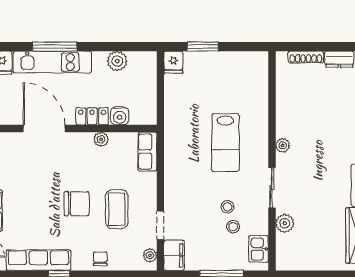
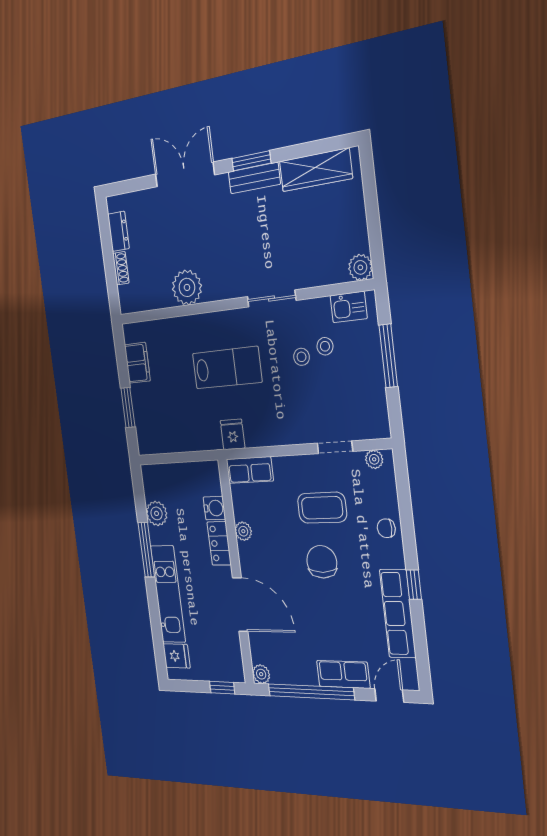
window: (55, 47) -> (146, 550), moved
shoe rack: (306, 57) -> (121, 268), width x0.70
fridge: (173, 62) -> (233, 434), moved, turned -90
door: (44, 128) -> (240, 605), swing flipped
plant: (283, 145) -> (187, 287), moved, width x1.88, depth x1.88
plant: (285, 223) -> (360, 267), moved
filing cabinet: (174, 255) -> (137, 363), moved, turned 90

